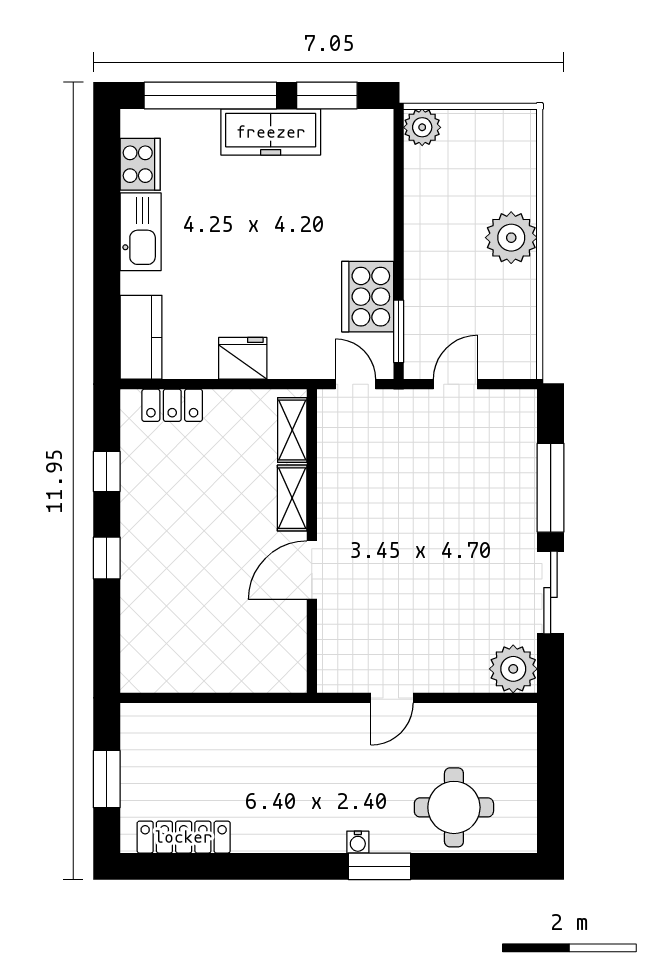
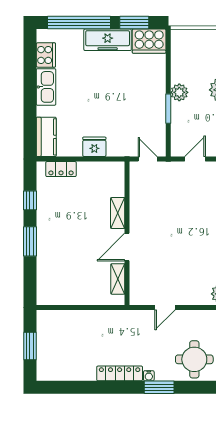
plant: (422, 127) -> (179, 92), moved
cooker: (368, 297) -> (149, 41), moved, turned -90
window: (399, 331) -> (168, 109), moved
shelving: (292, 430) -> (118, 279), moved
window: (107, 558) -> (30, 241), width x1.50
locker: (184, 837) -> (120, 373), moved

